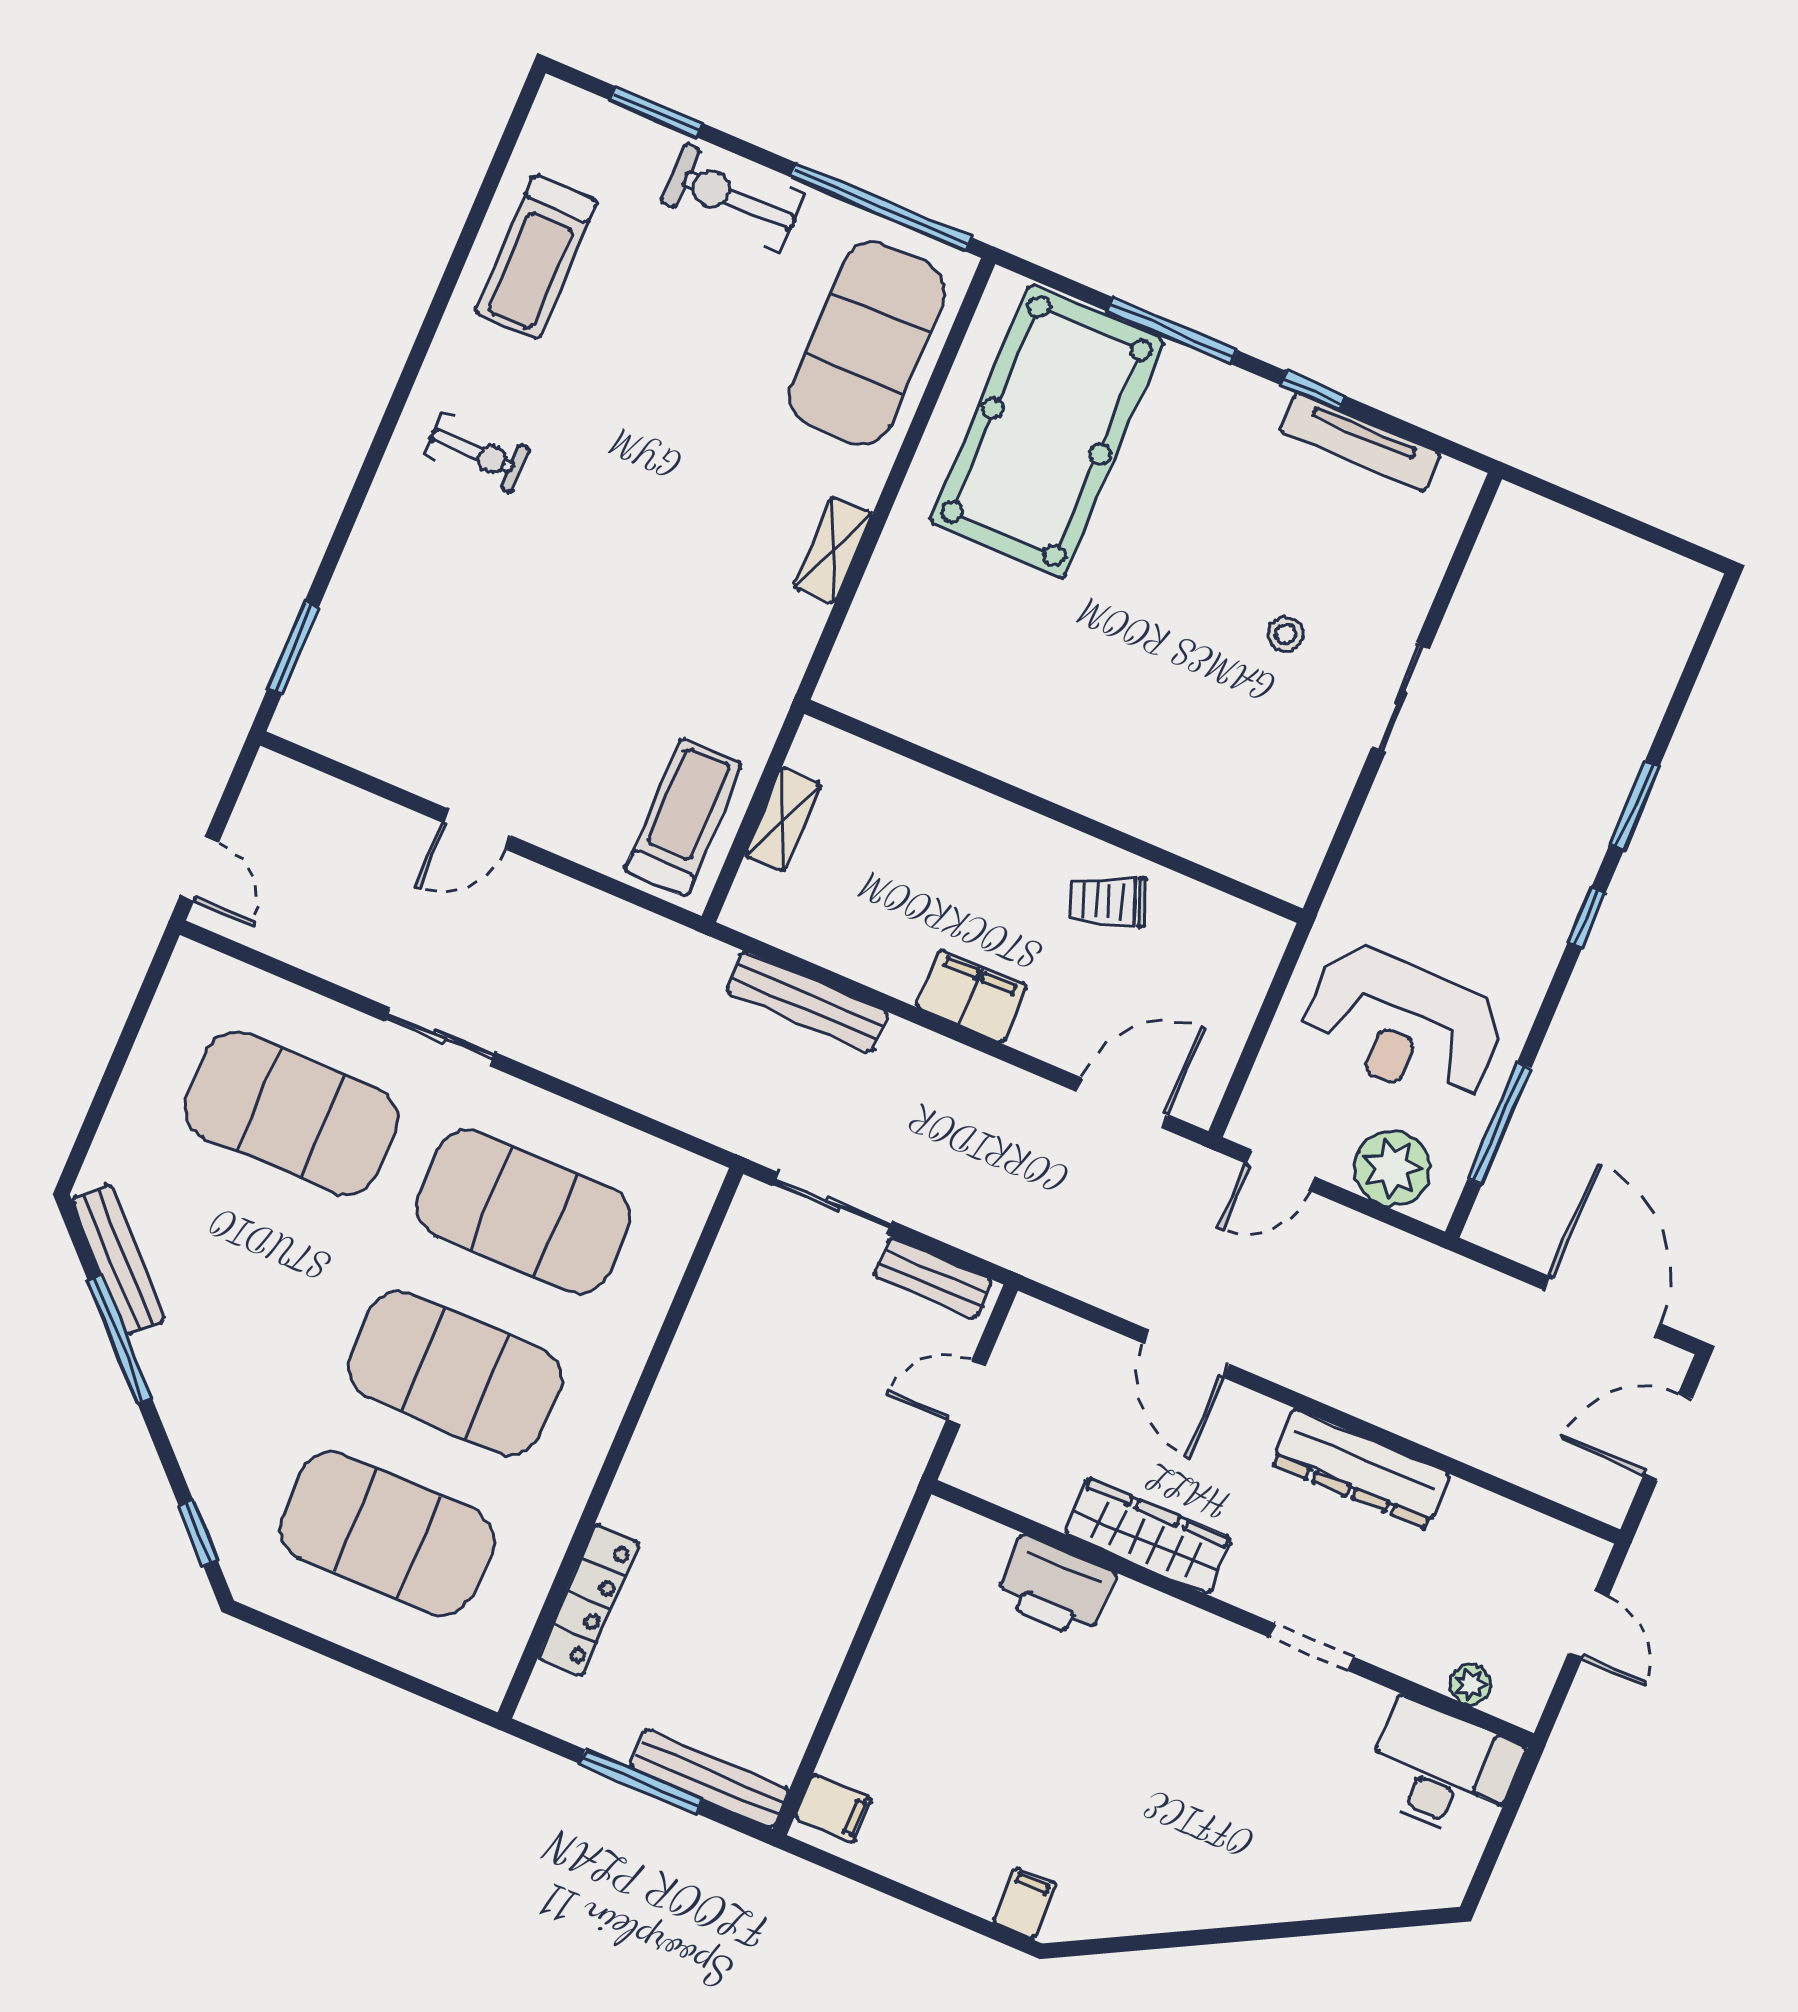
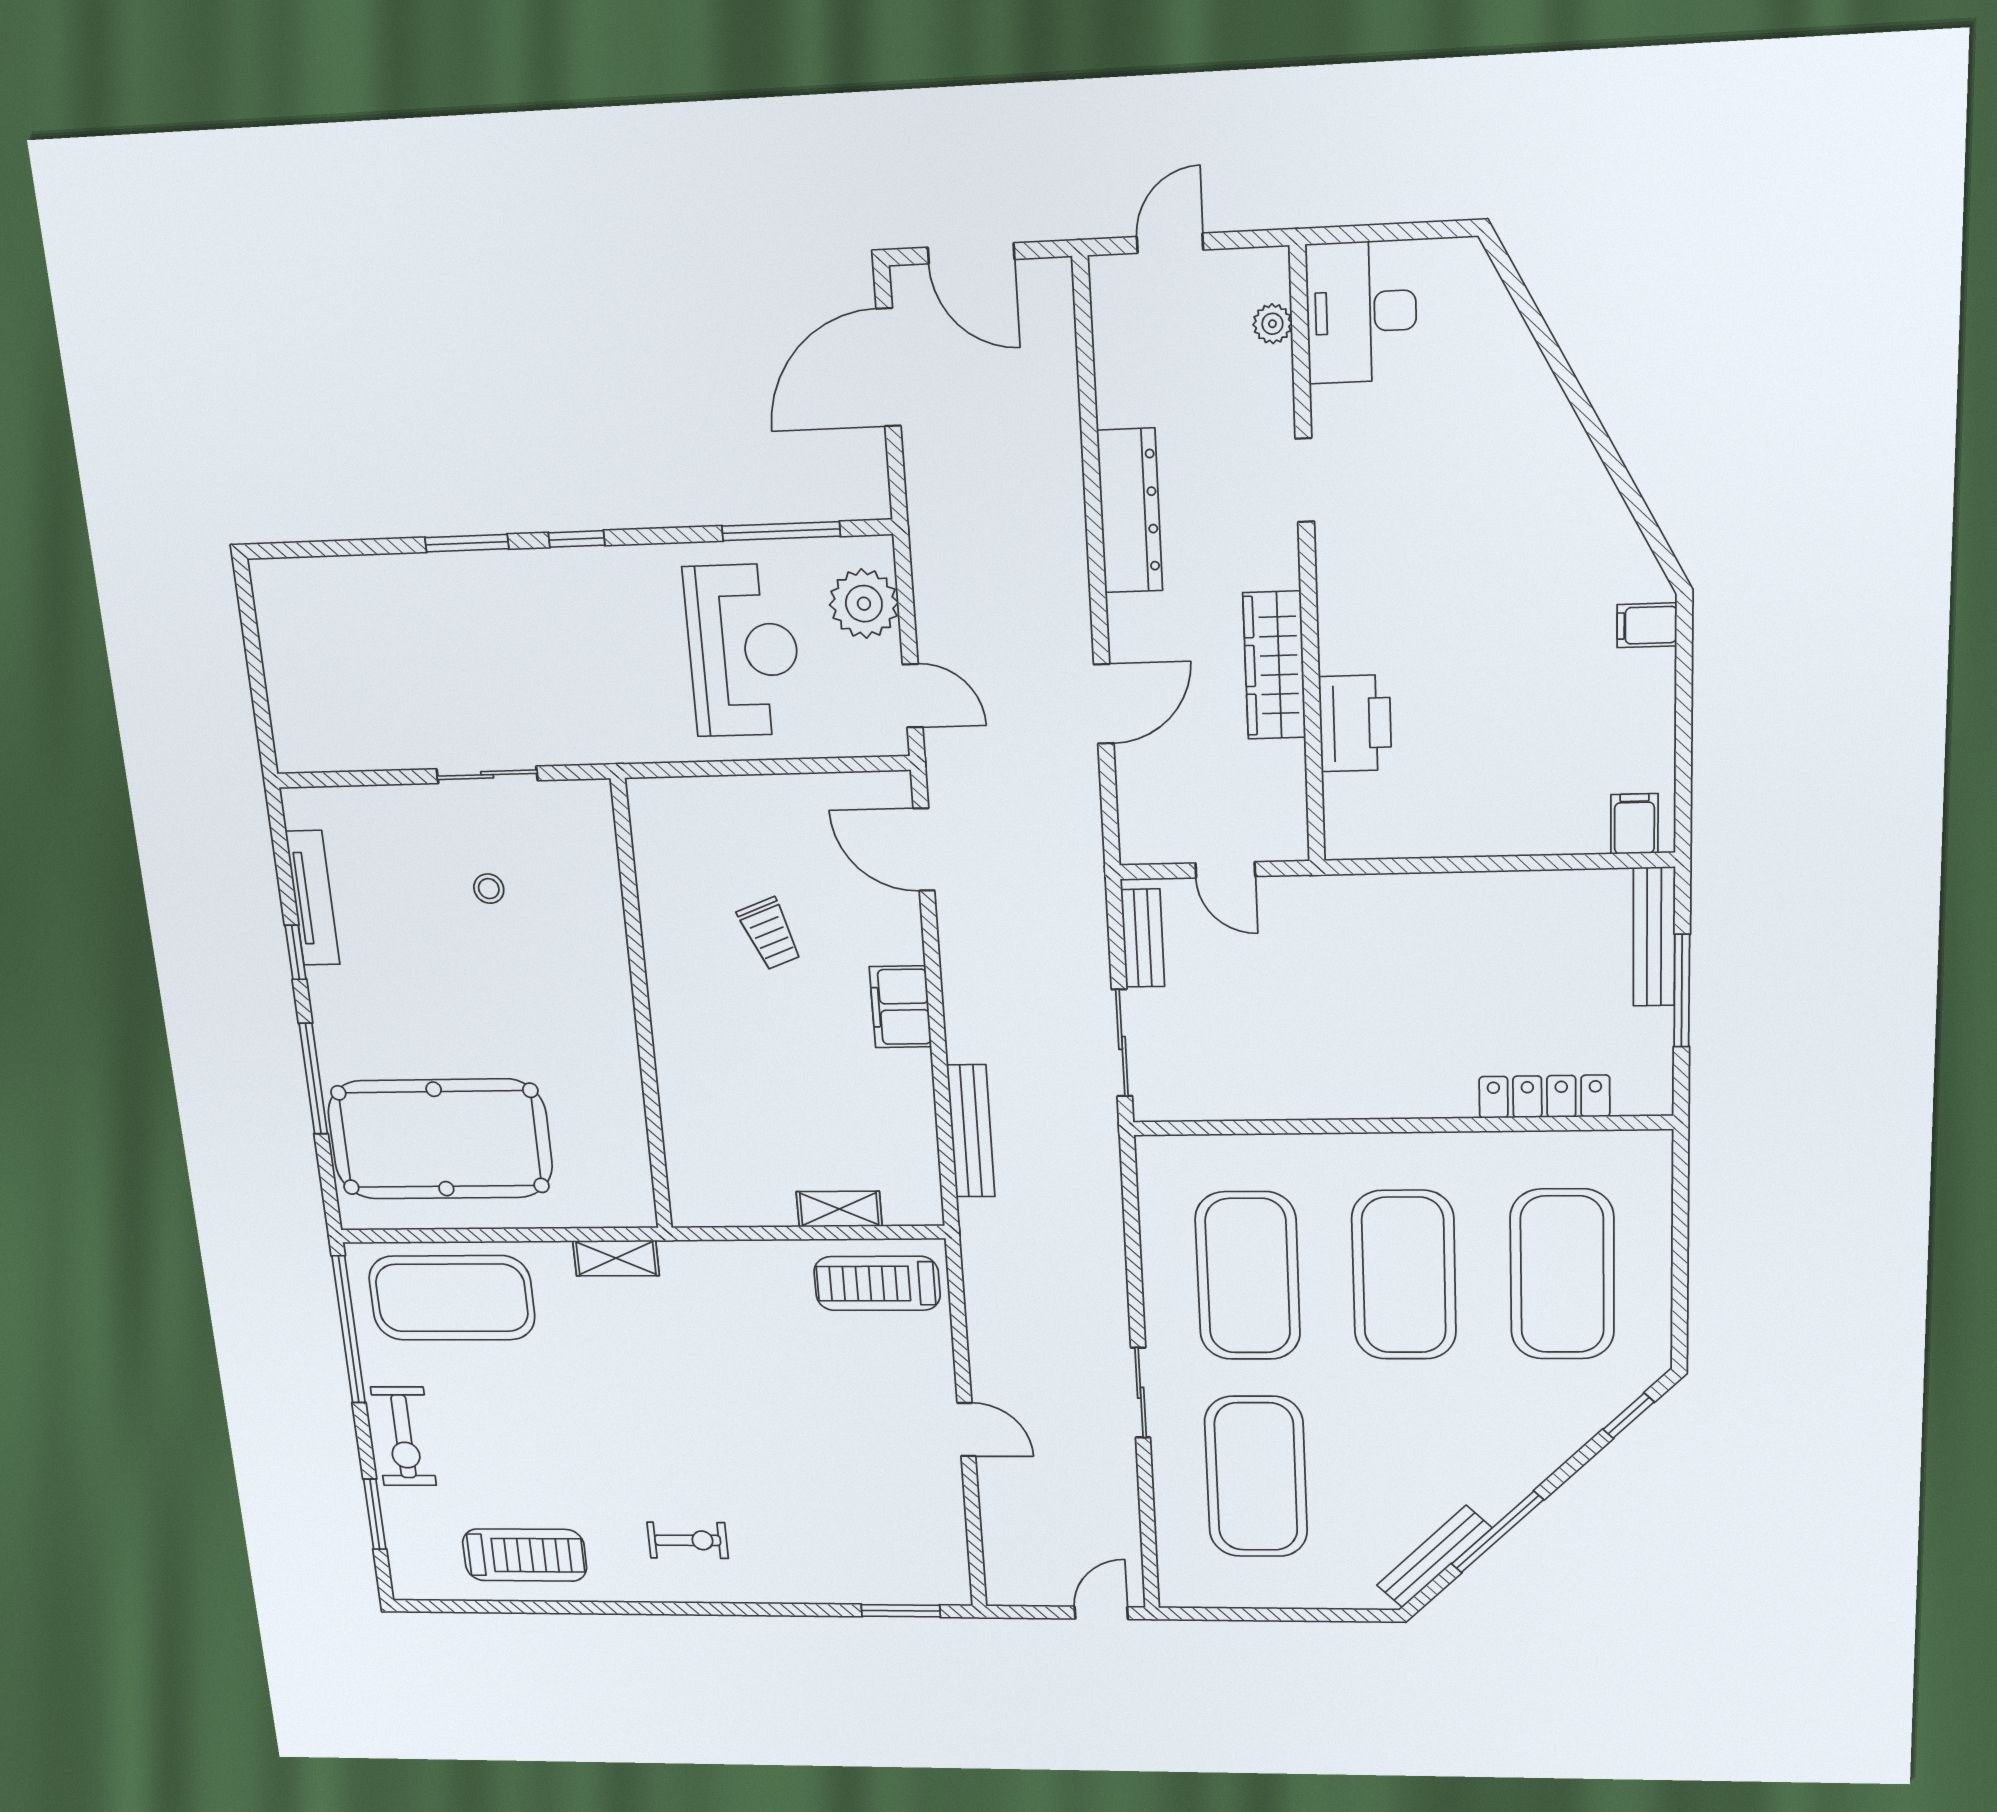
exercise bike: (476, 453) -> (688, 1540), turned 90
wall: (1054, 811) -> (642, 1008), moved

